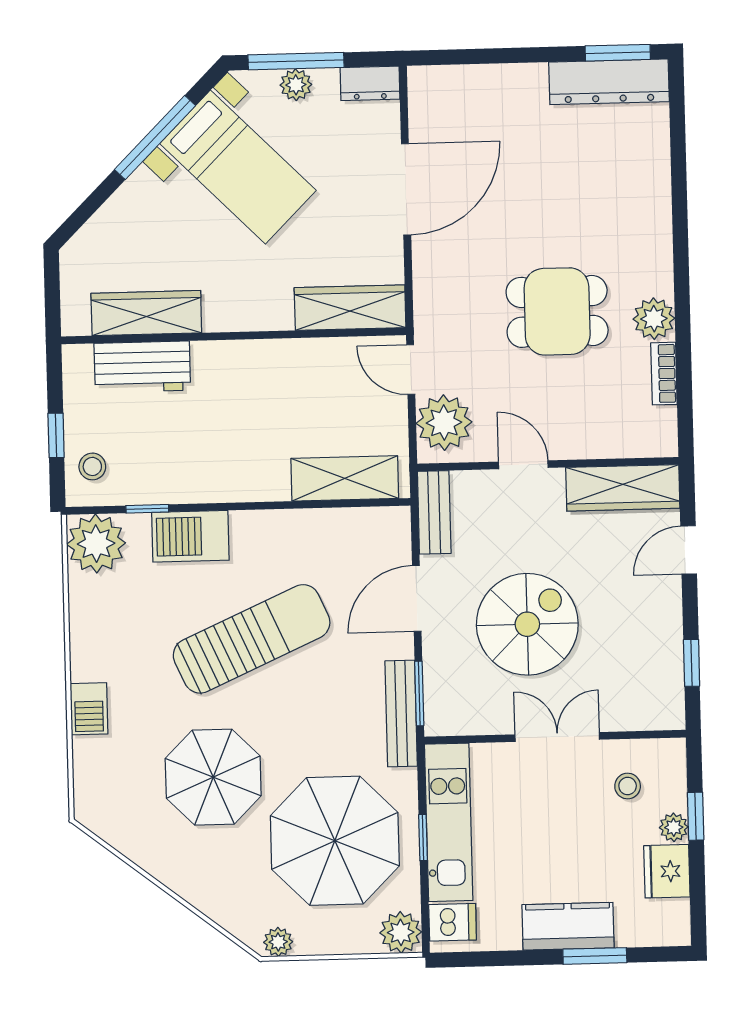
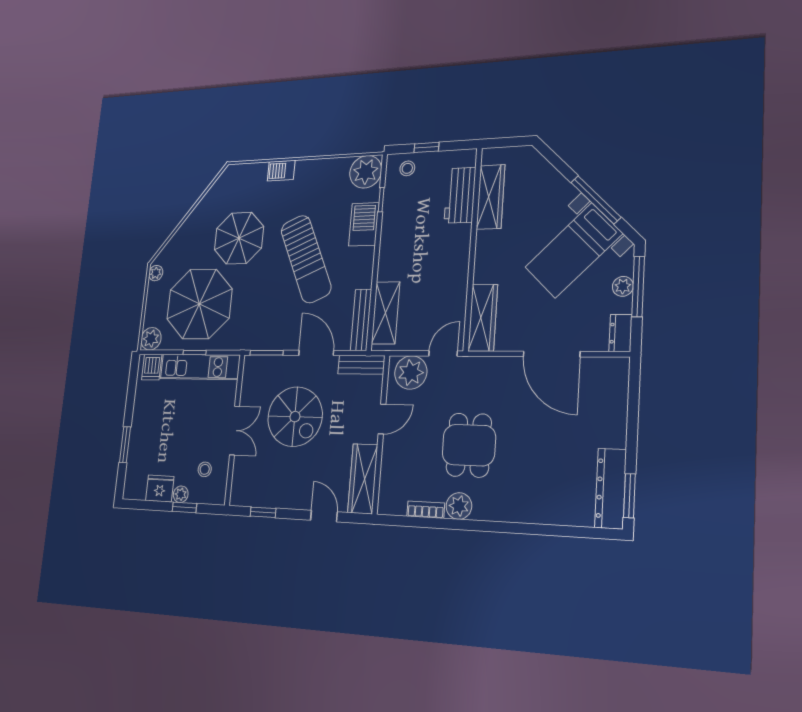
bench: (401, 714) -> (361, 320), moved, turned 90
kitchen counter: (568, 926) -> (141, 431), removed

